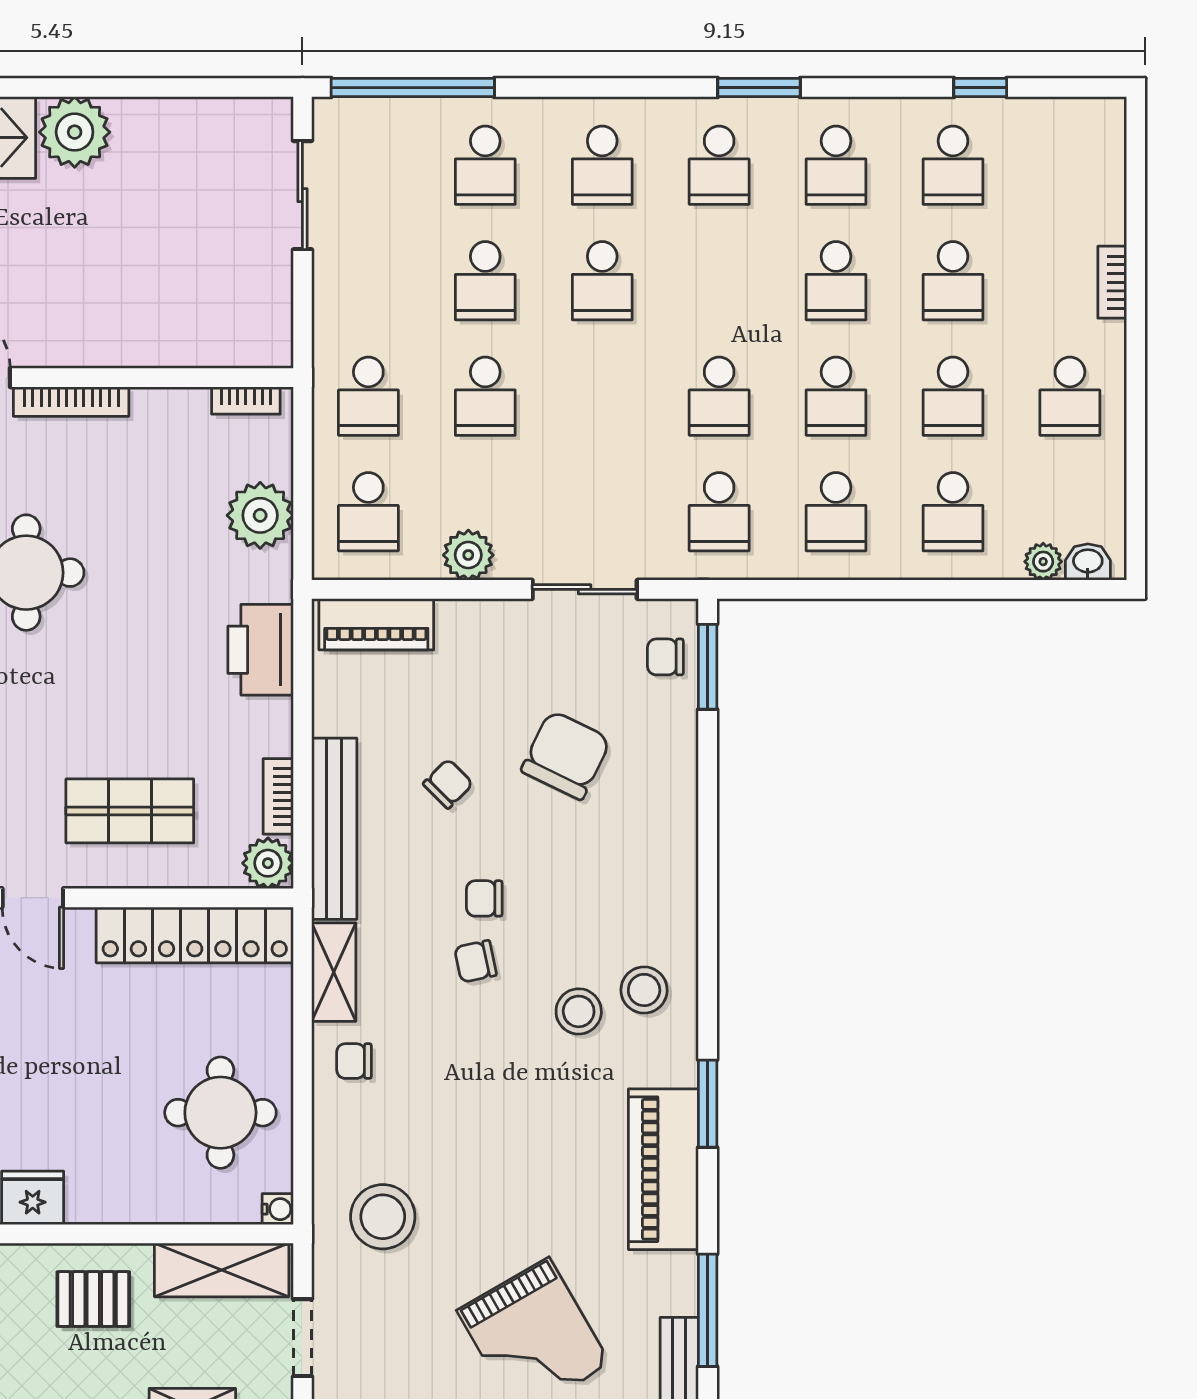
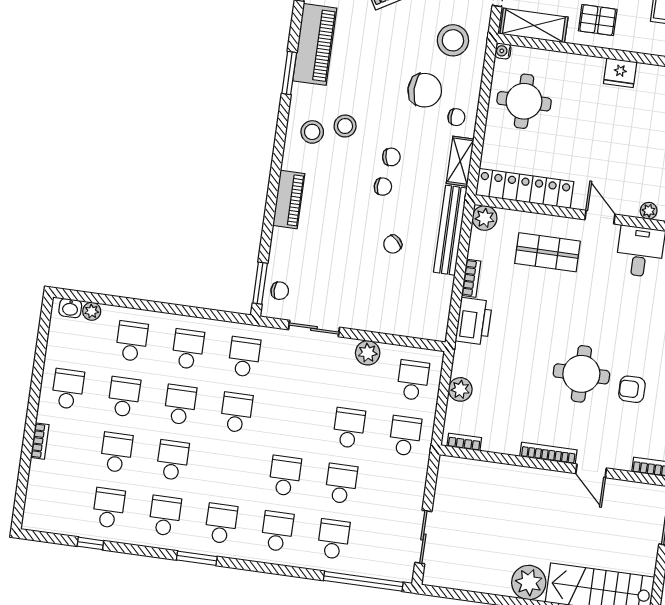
plant: (260, 515) -> (460, 389), width x0.73, depth x0.73
piano: (376, 624) -> (289, 199), moved, turned 90
chair: (566, 755) -> (425, 90), moved, turned -116
bookcase: (278, 796) -> (471, 278), moved

